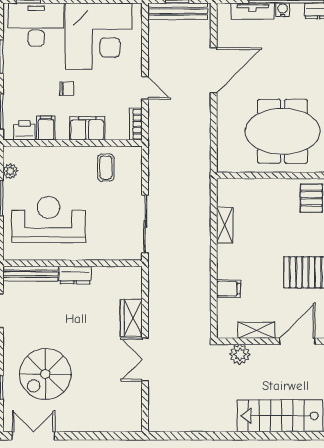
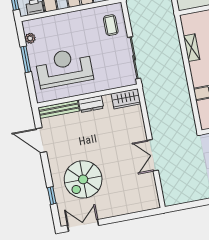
coffee table: (106, 168) -> (111, 25), moved
wardrobe: (131, 318) -> (126, 99), moved, turned -90

